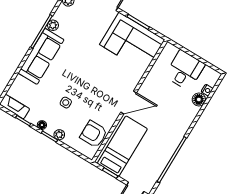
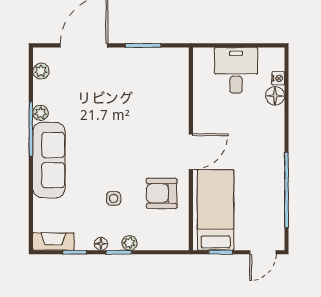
corner sofa: (132, 42) -> (150, 75), removed
armchair: (94, 134) -> (162, 193), moved

